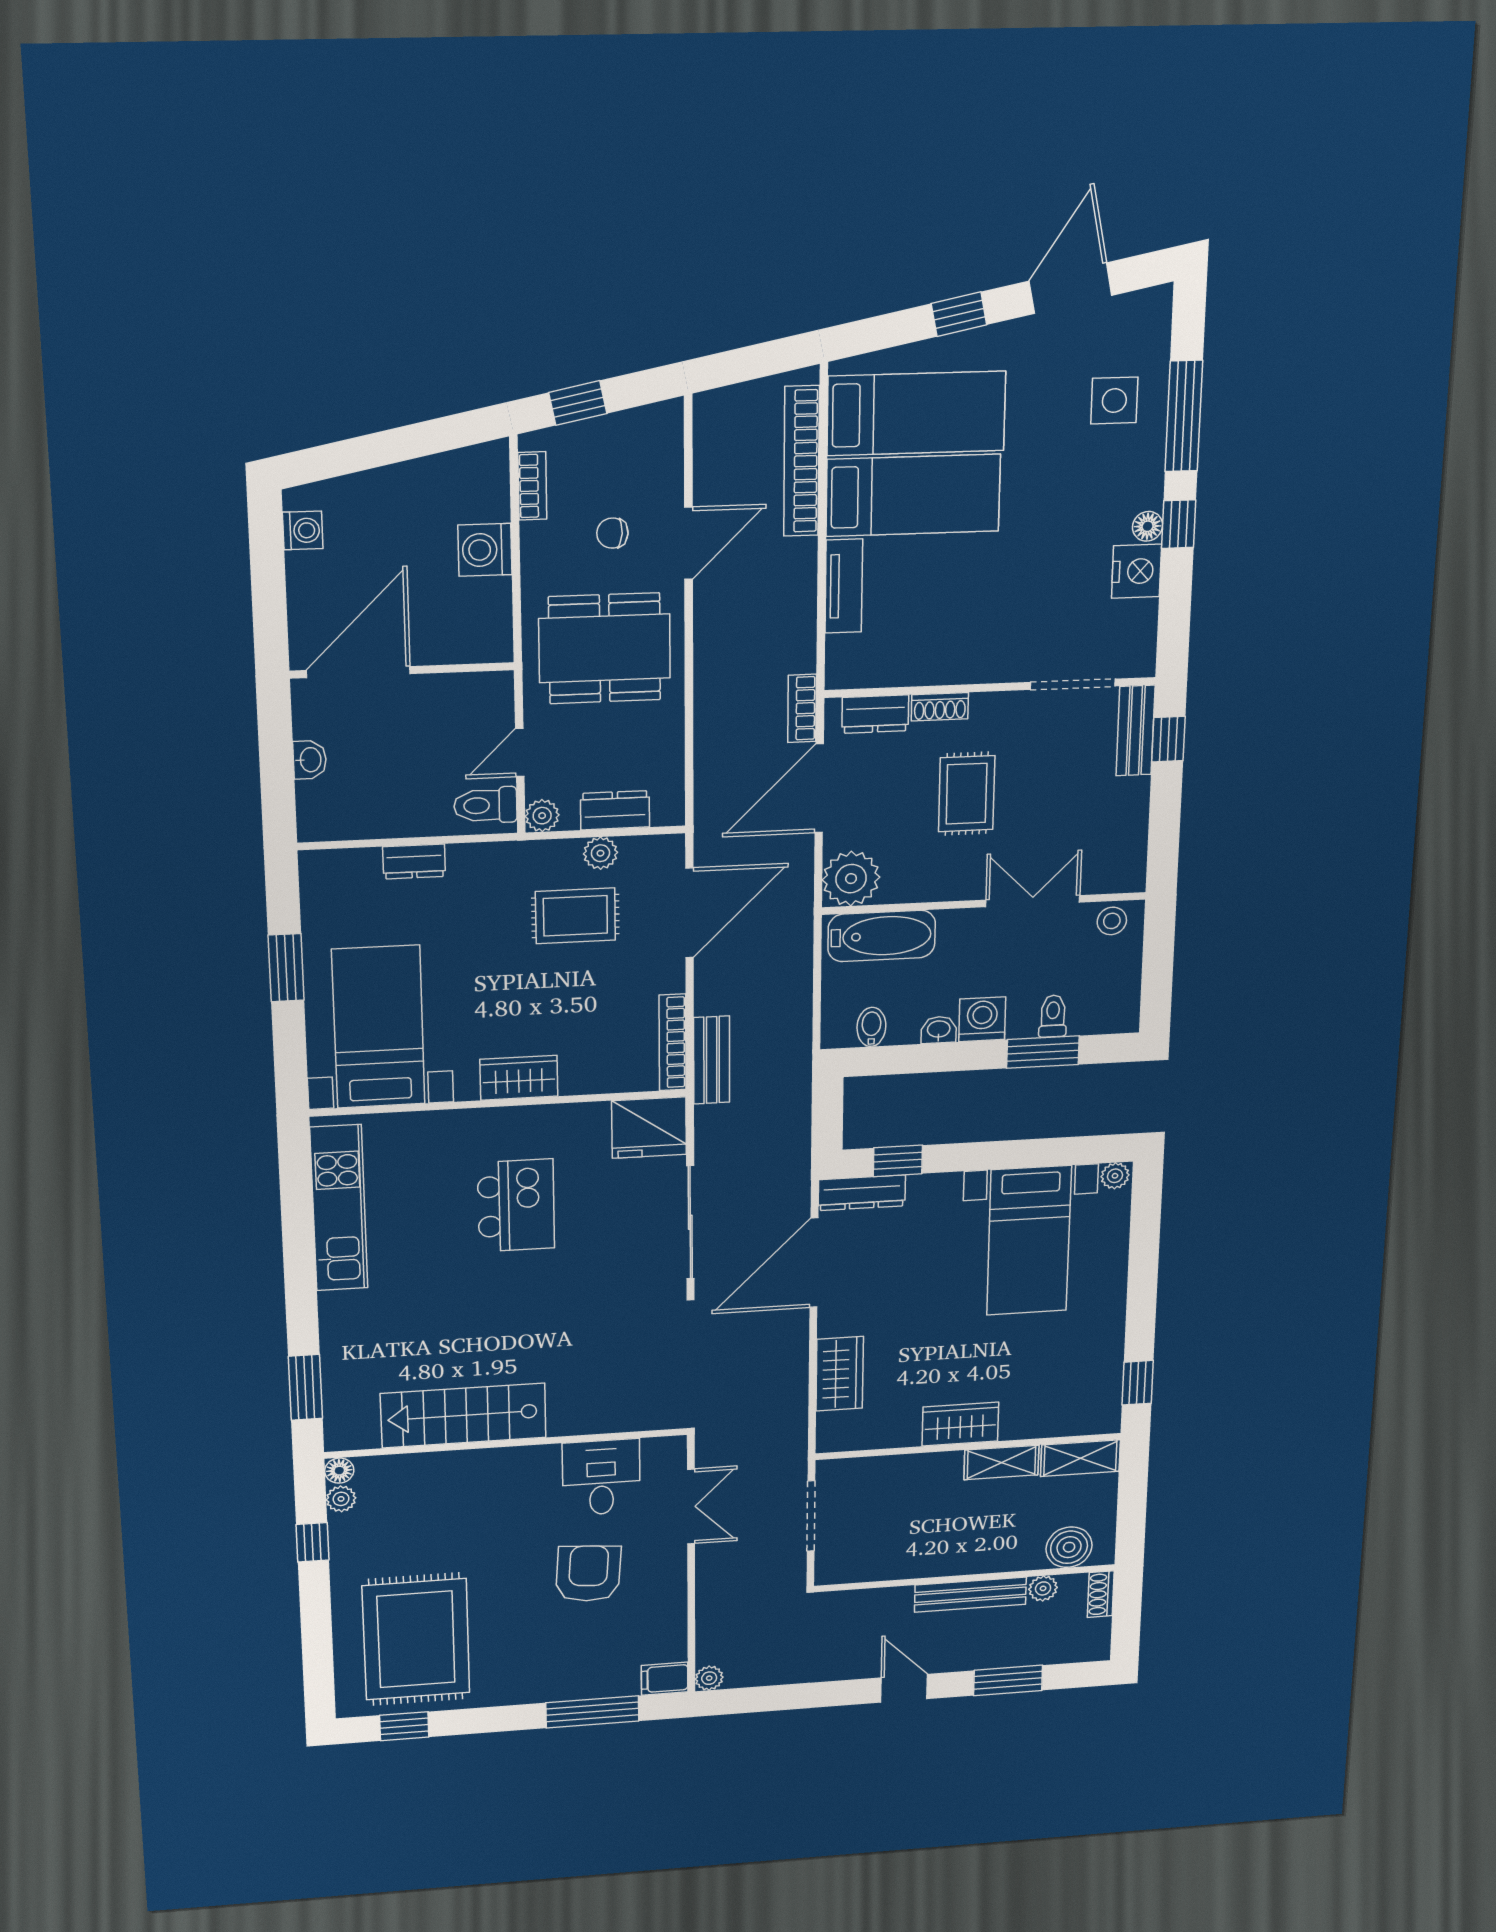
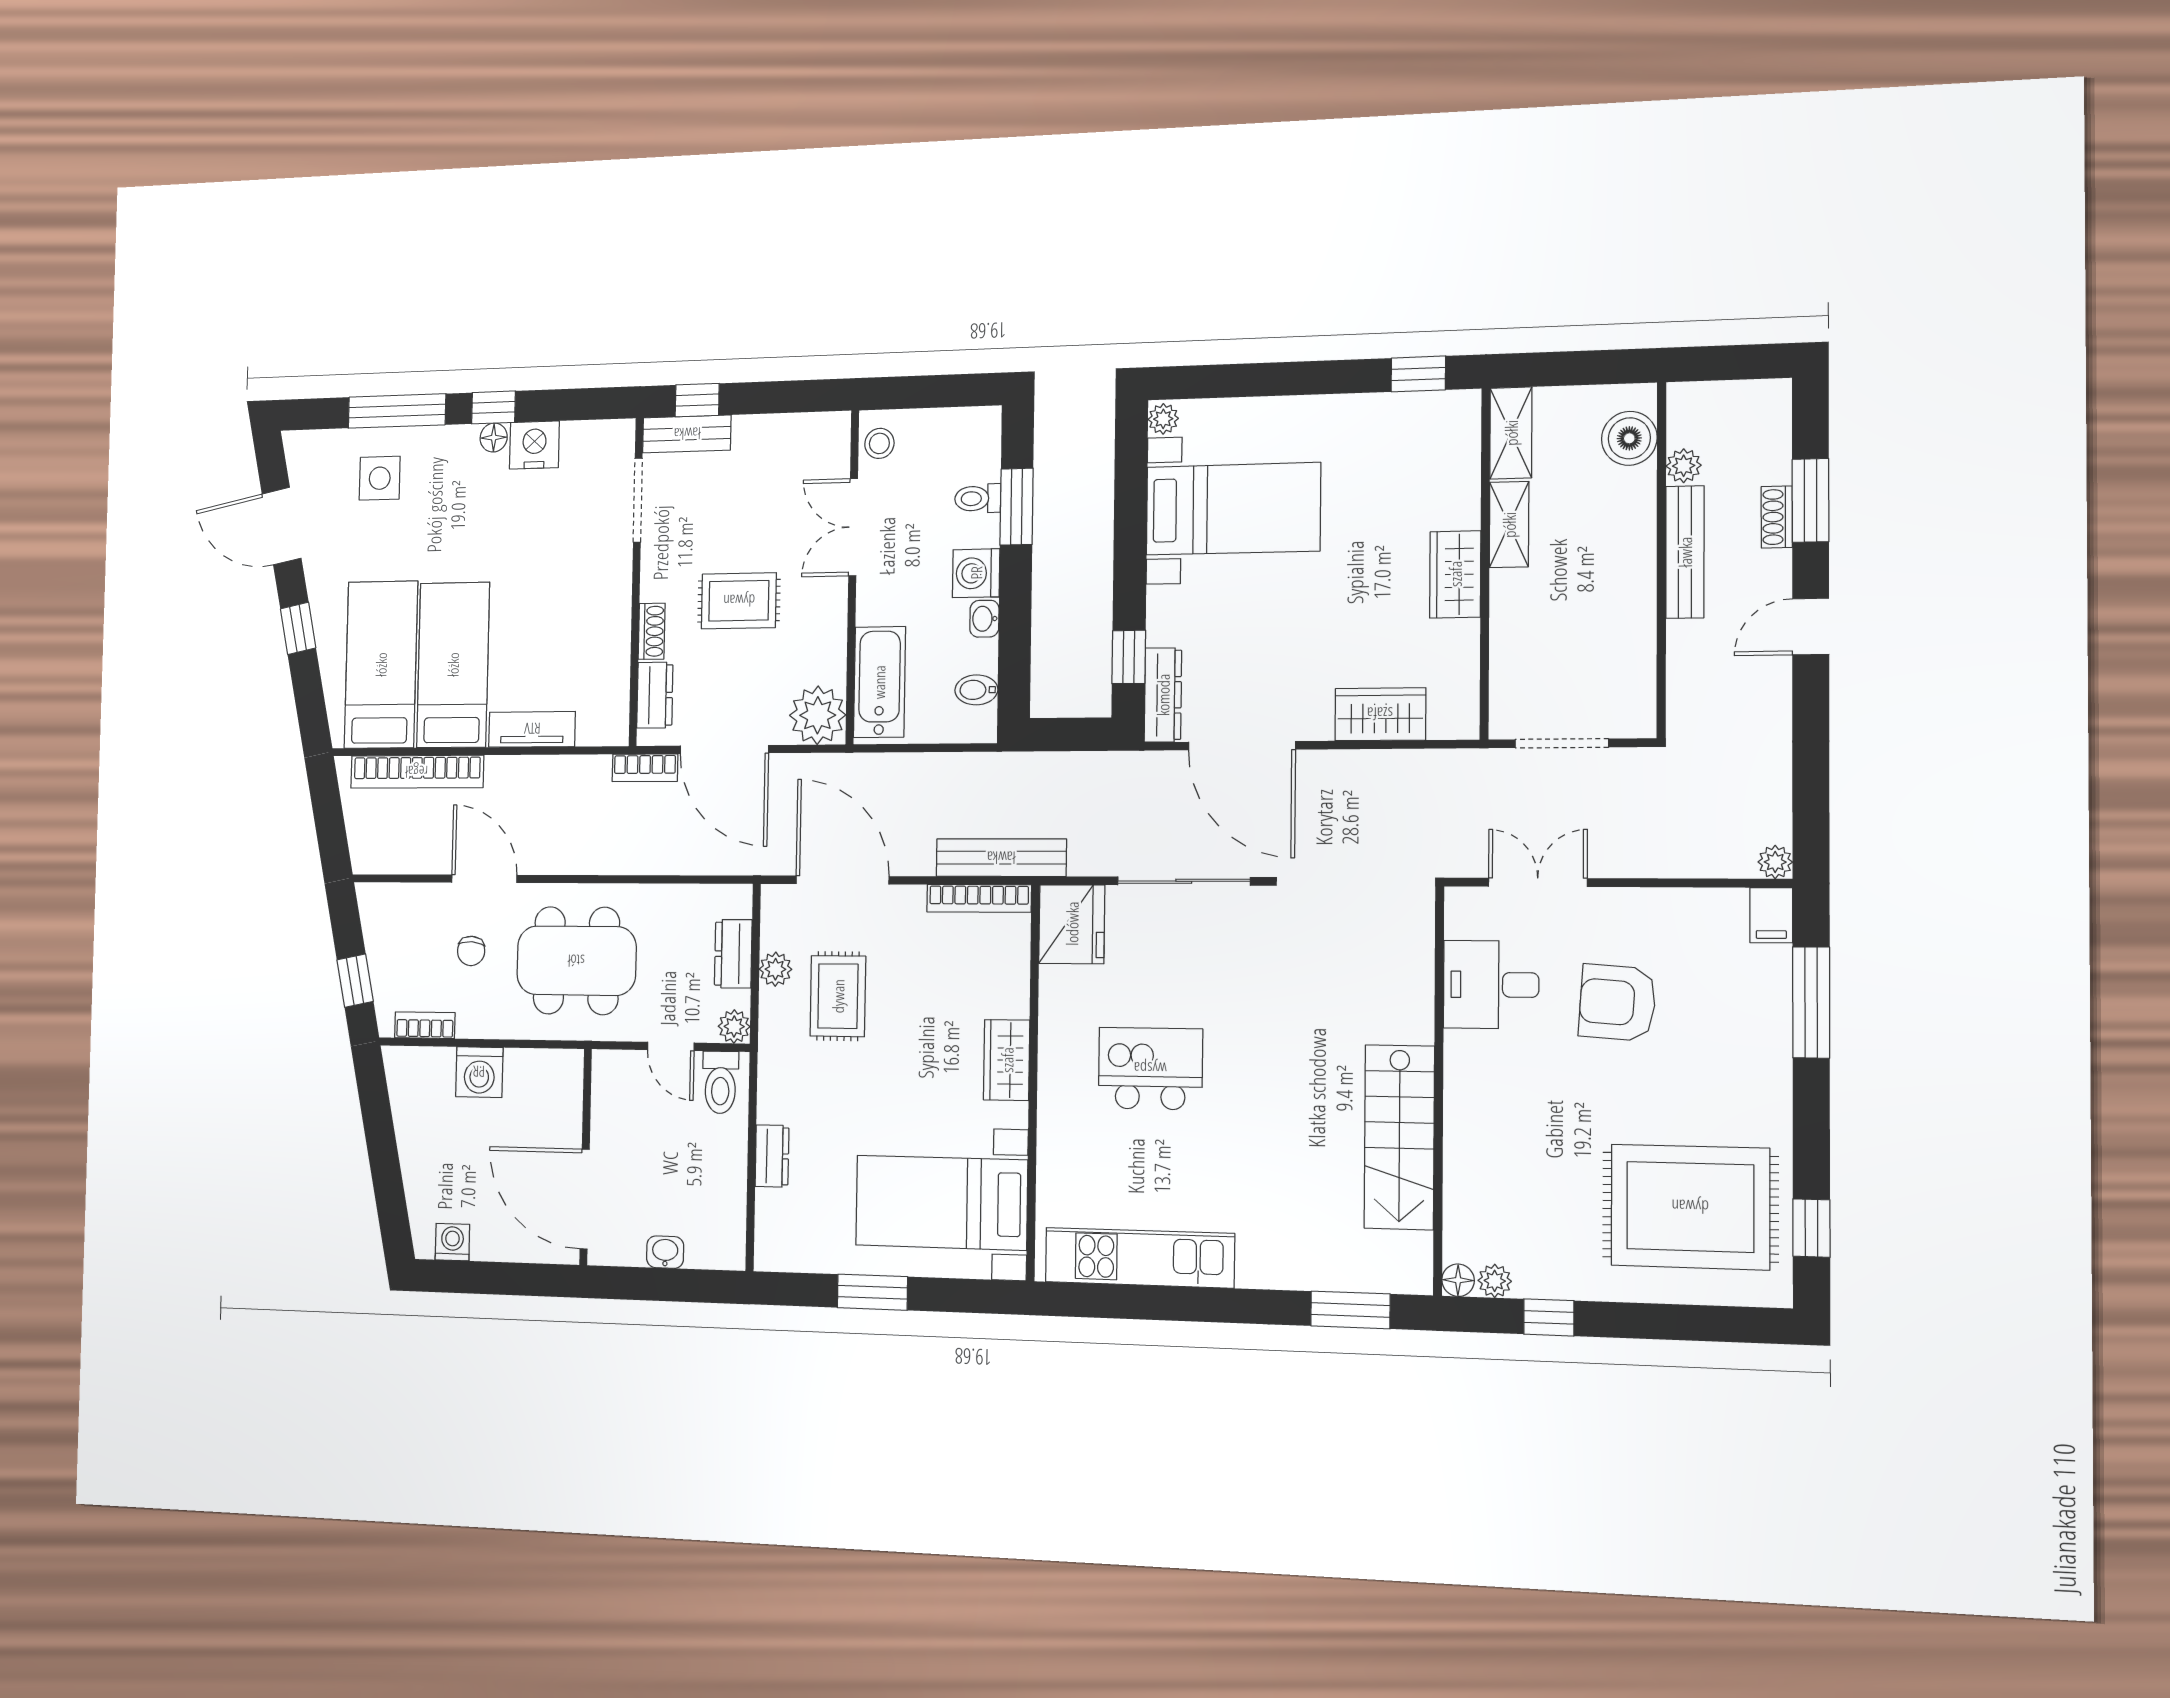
dining table: (605, 648) -> (576, 961), turned 90
bench: (712, 1060) -> (1001, 858), width x1.36
shoe rack: (1101, 1594) -> (1777, 517), moved, turned 90

